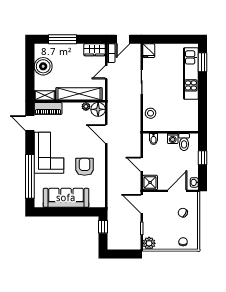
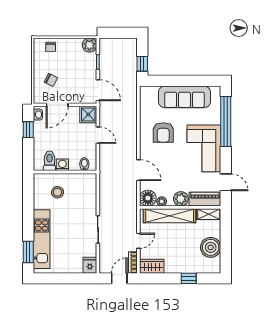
window: (62, 39) -> (189, 278), width x0.46
plant: (69, 109) -> (181, 199), added
stool: (151, 113) -> (57, 192), moved
window: (203, 158) -> (28, 130), moved

